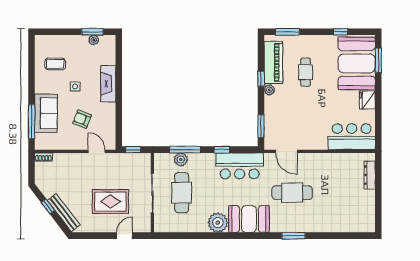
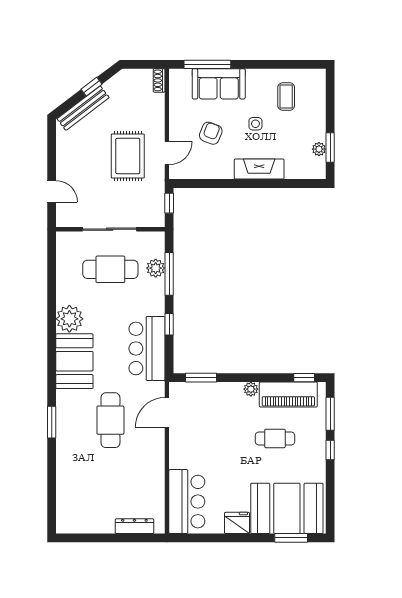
window: (341, 32) -> (330, 450), moved
window: (261, 79) -> (304, 378), moved
rug: (111, 202) -> (128, 156), moved

